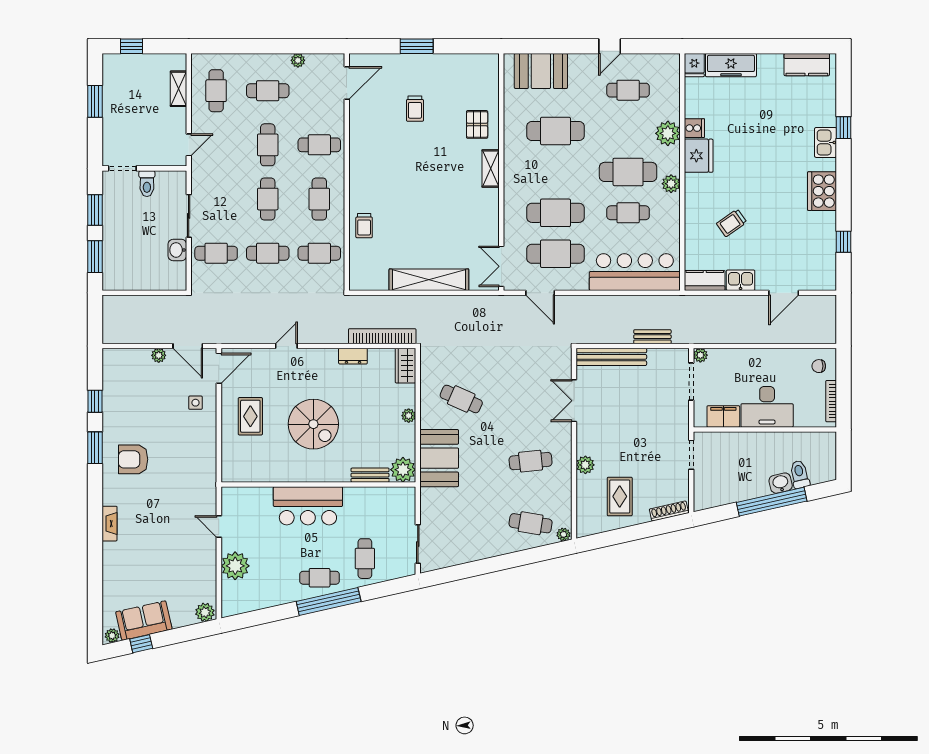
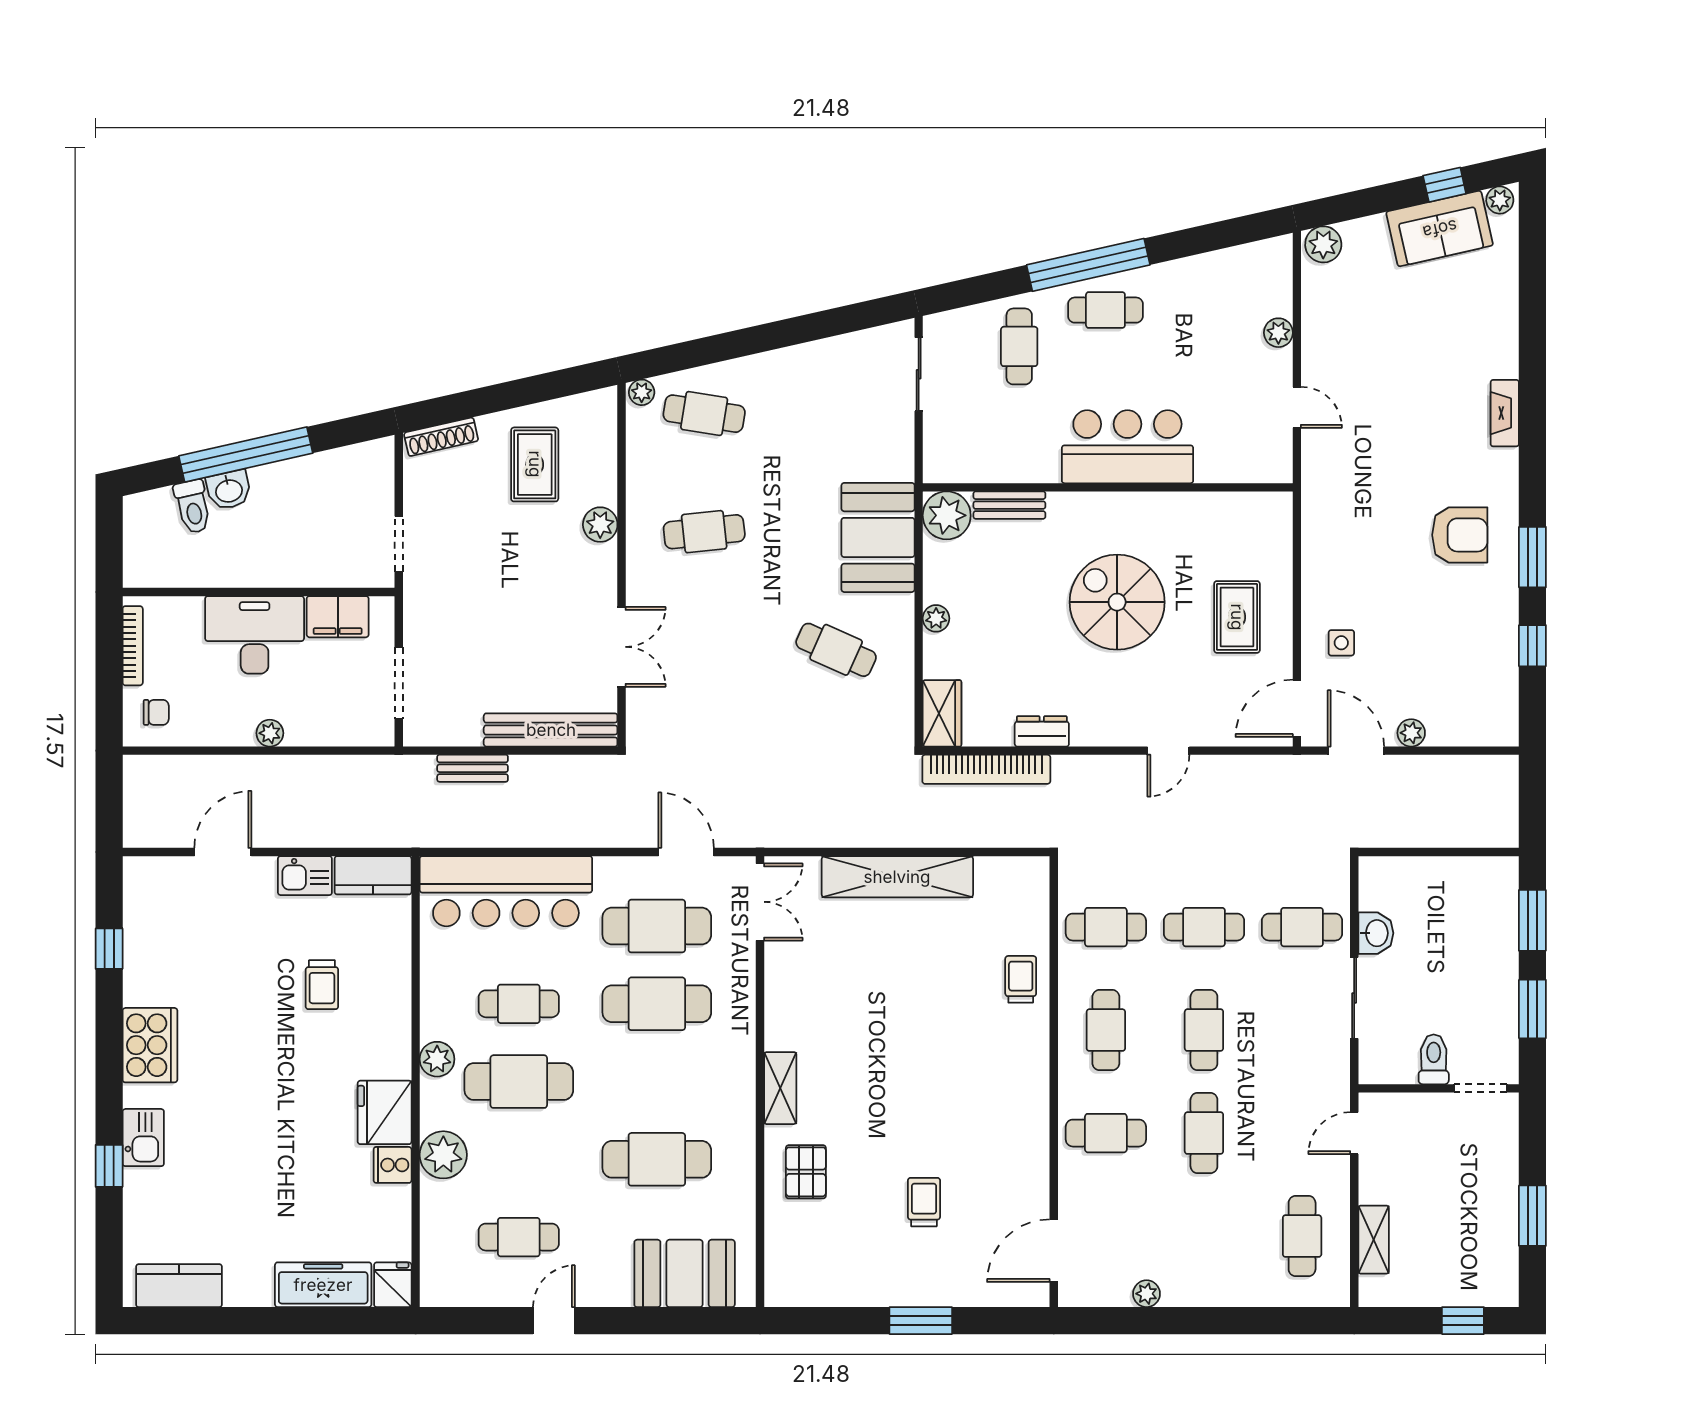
cafe table: (268, 91) -> (1204, 1236), removed
trolley: (732, 223) -> (322, 985), turned 125
plant: (700, 355) -> (270, 733), moved
plant: (235, 566) -> (1278, 333), width x0.53, depth x0.53

